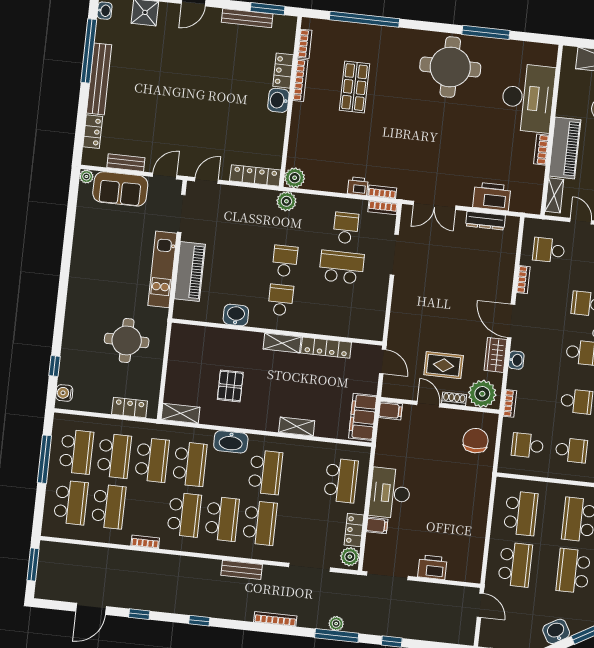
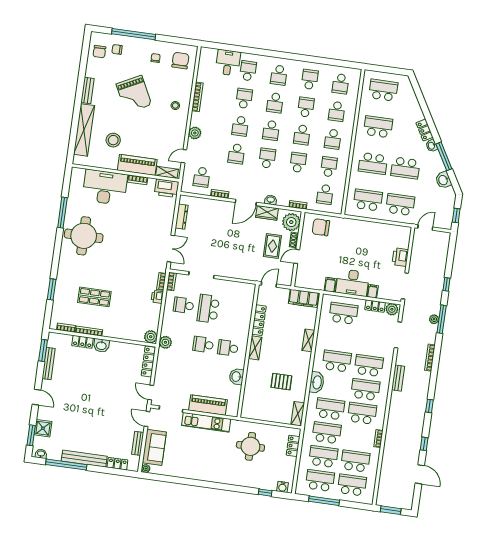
window: (364, 19) -> (52, 289), width x0.47
printer: (492, 196) -> (167, 188), moved, turned -90
filing cabinet: (391, 411) -> (330, 285), moved

